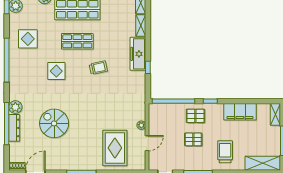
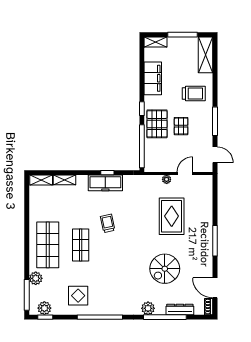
freezer: (138, 54) -> (105, 183), moved
display table: (56, 71) -> (111, 266), removed
pallet: (195, 116) -> (157, 124), width x1.50, depth x1.42
dresser: (14, 128) -> (180, 309), moved
door: (147, 143) -> (185, 174), hinge flipped
rug: (115, 148) -> (172, 216), moved, turned 90
trolley: (225, 152) -> (194, 94), turned 180

